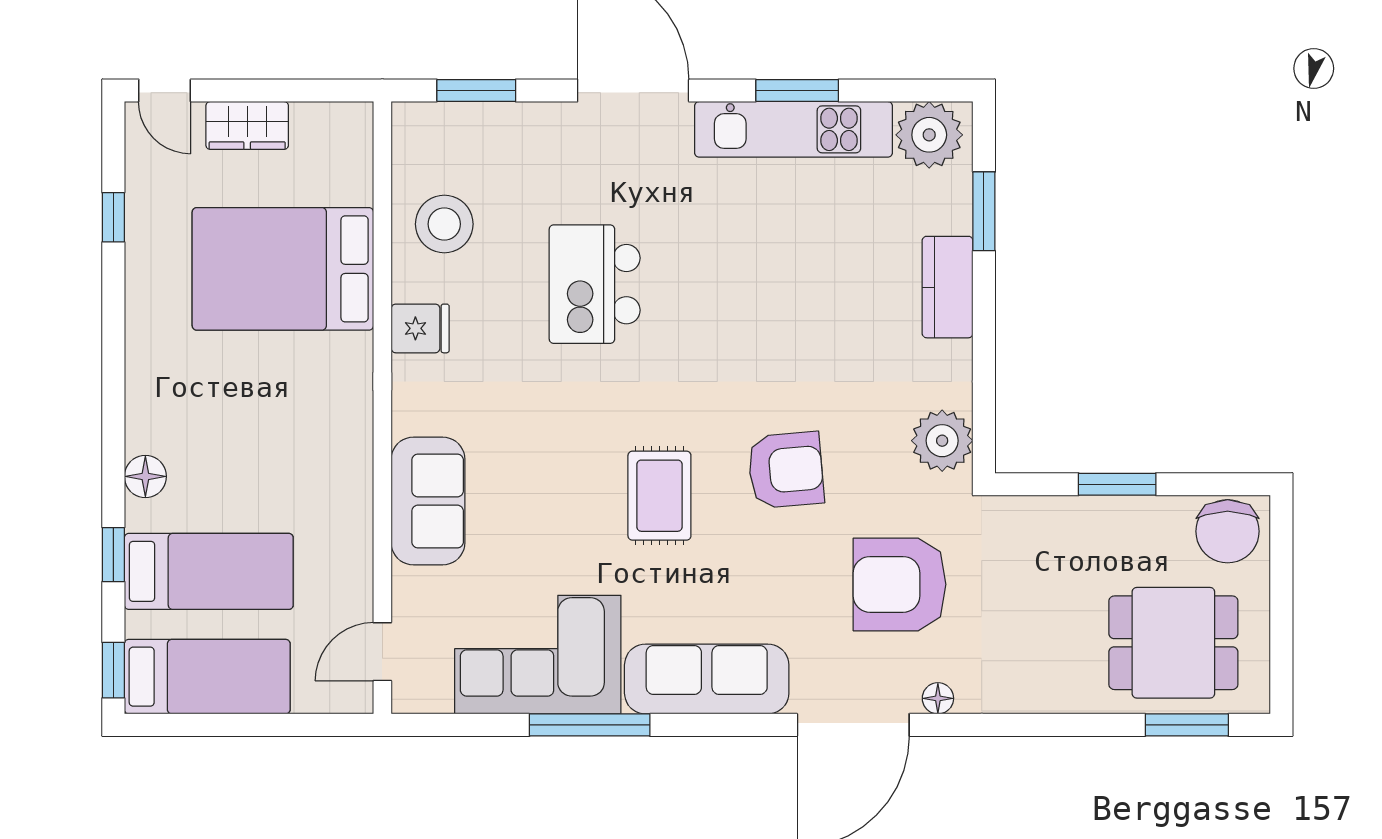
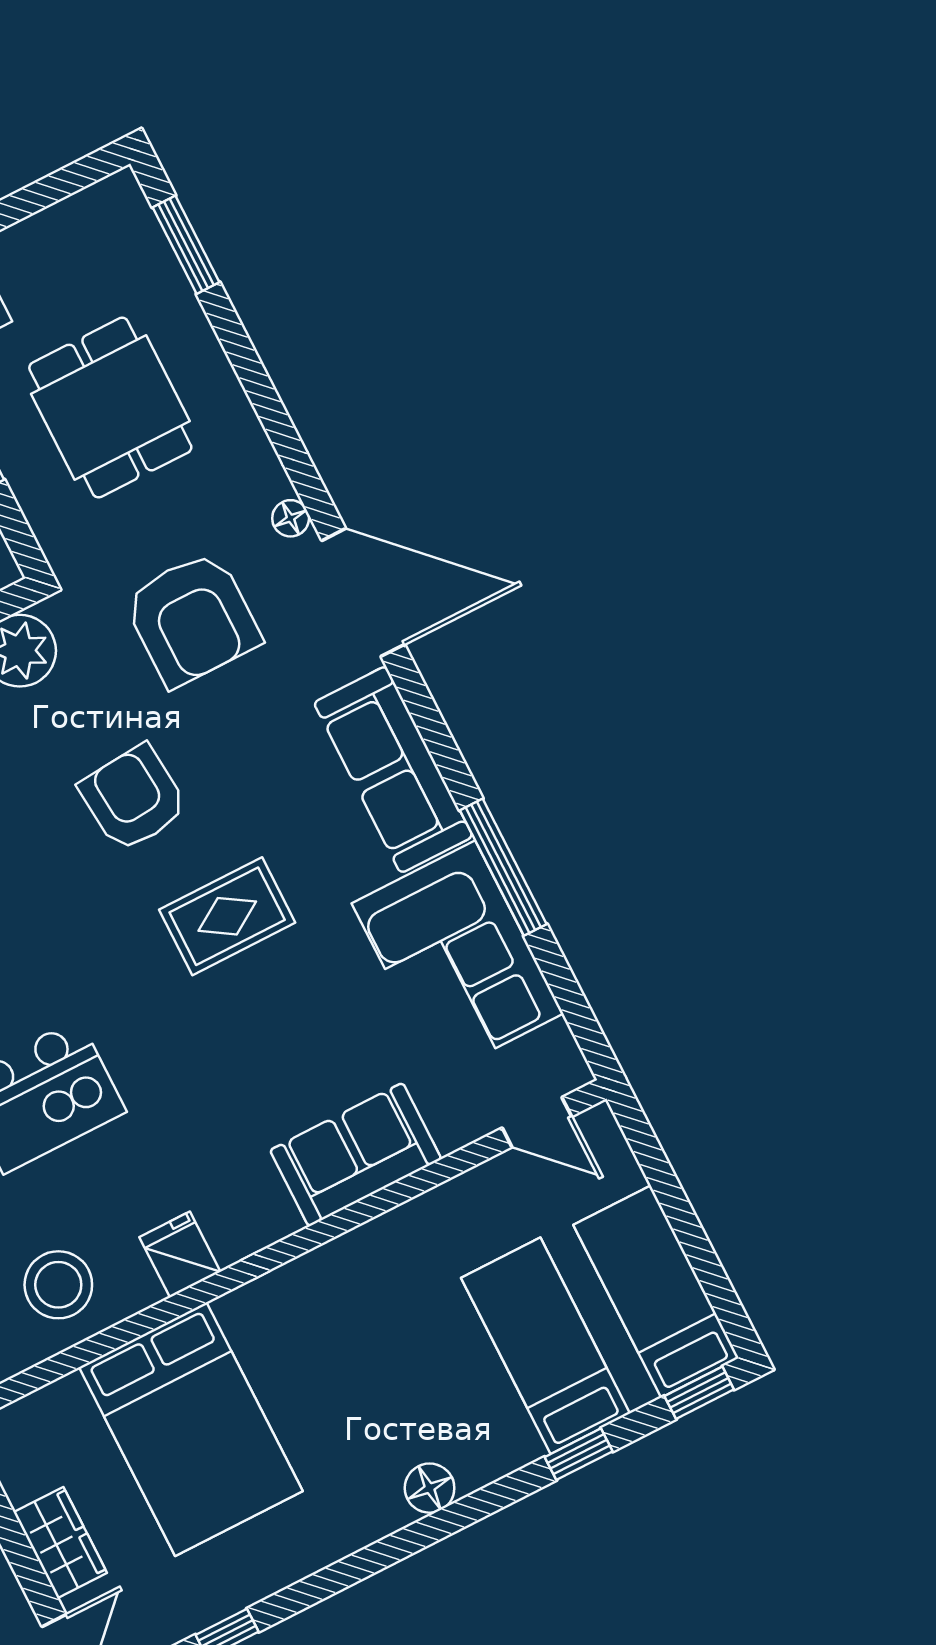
floor lamp: (145, 476) -> (430, 1488), moved
dining table: (1173, 643) -> (110, 408), moved

